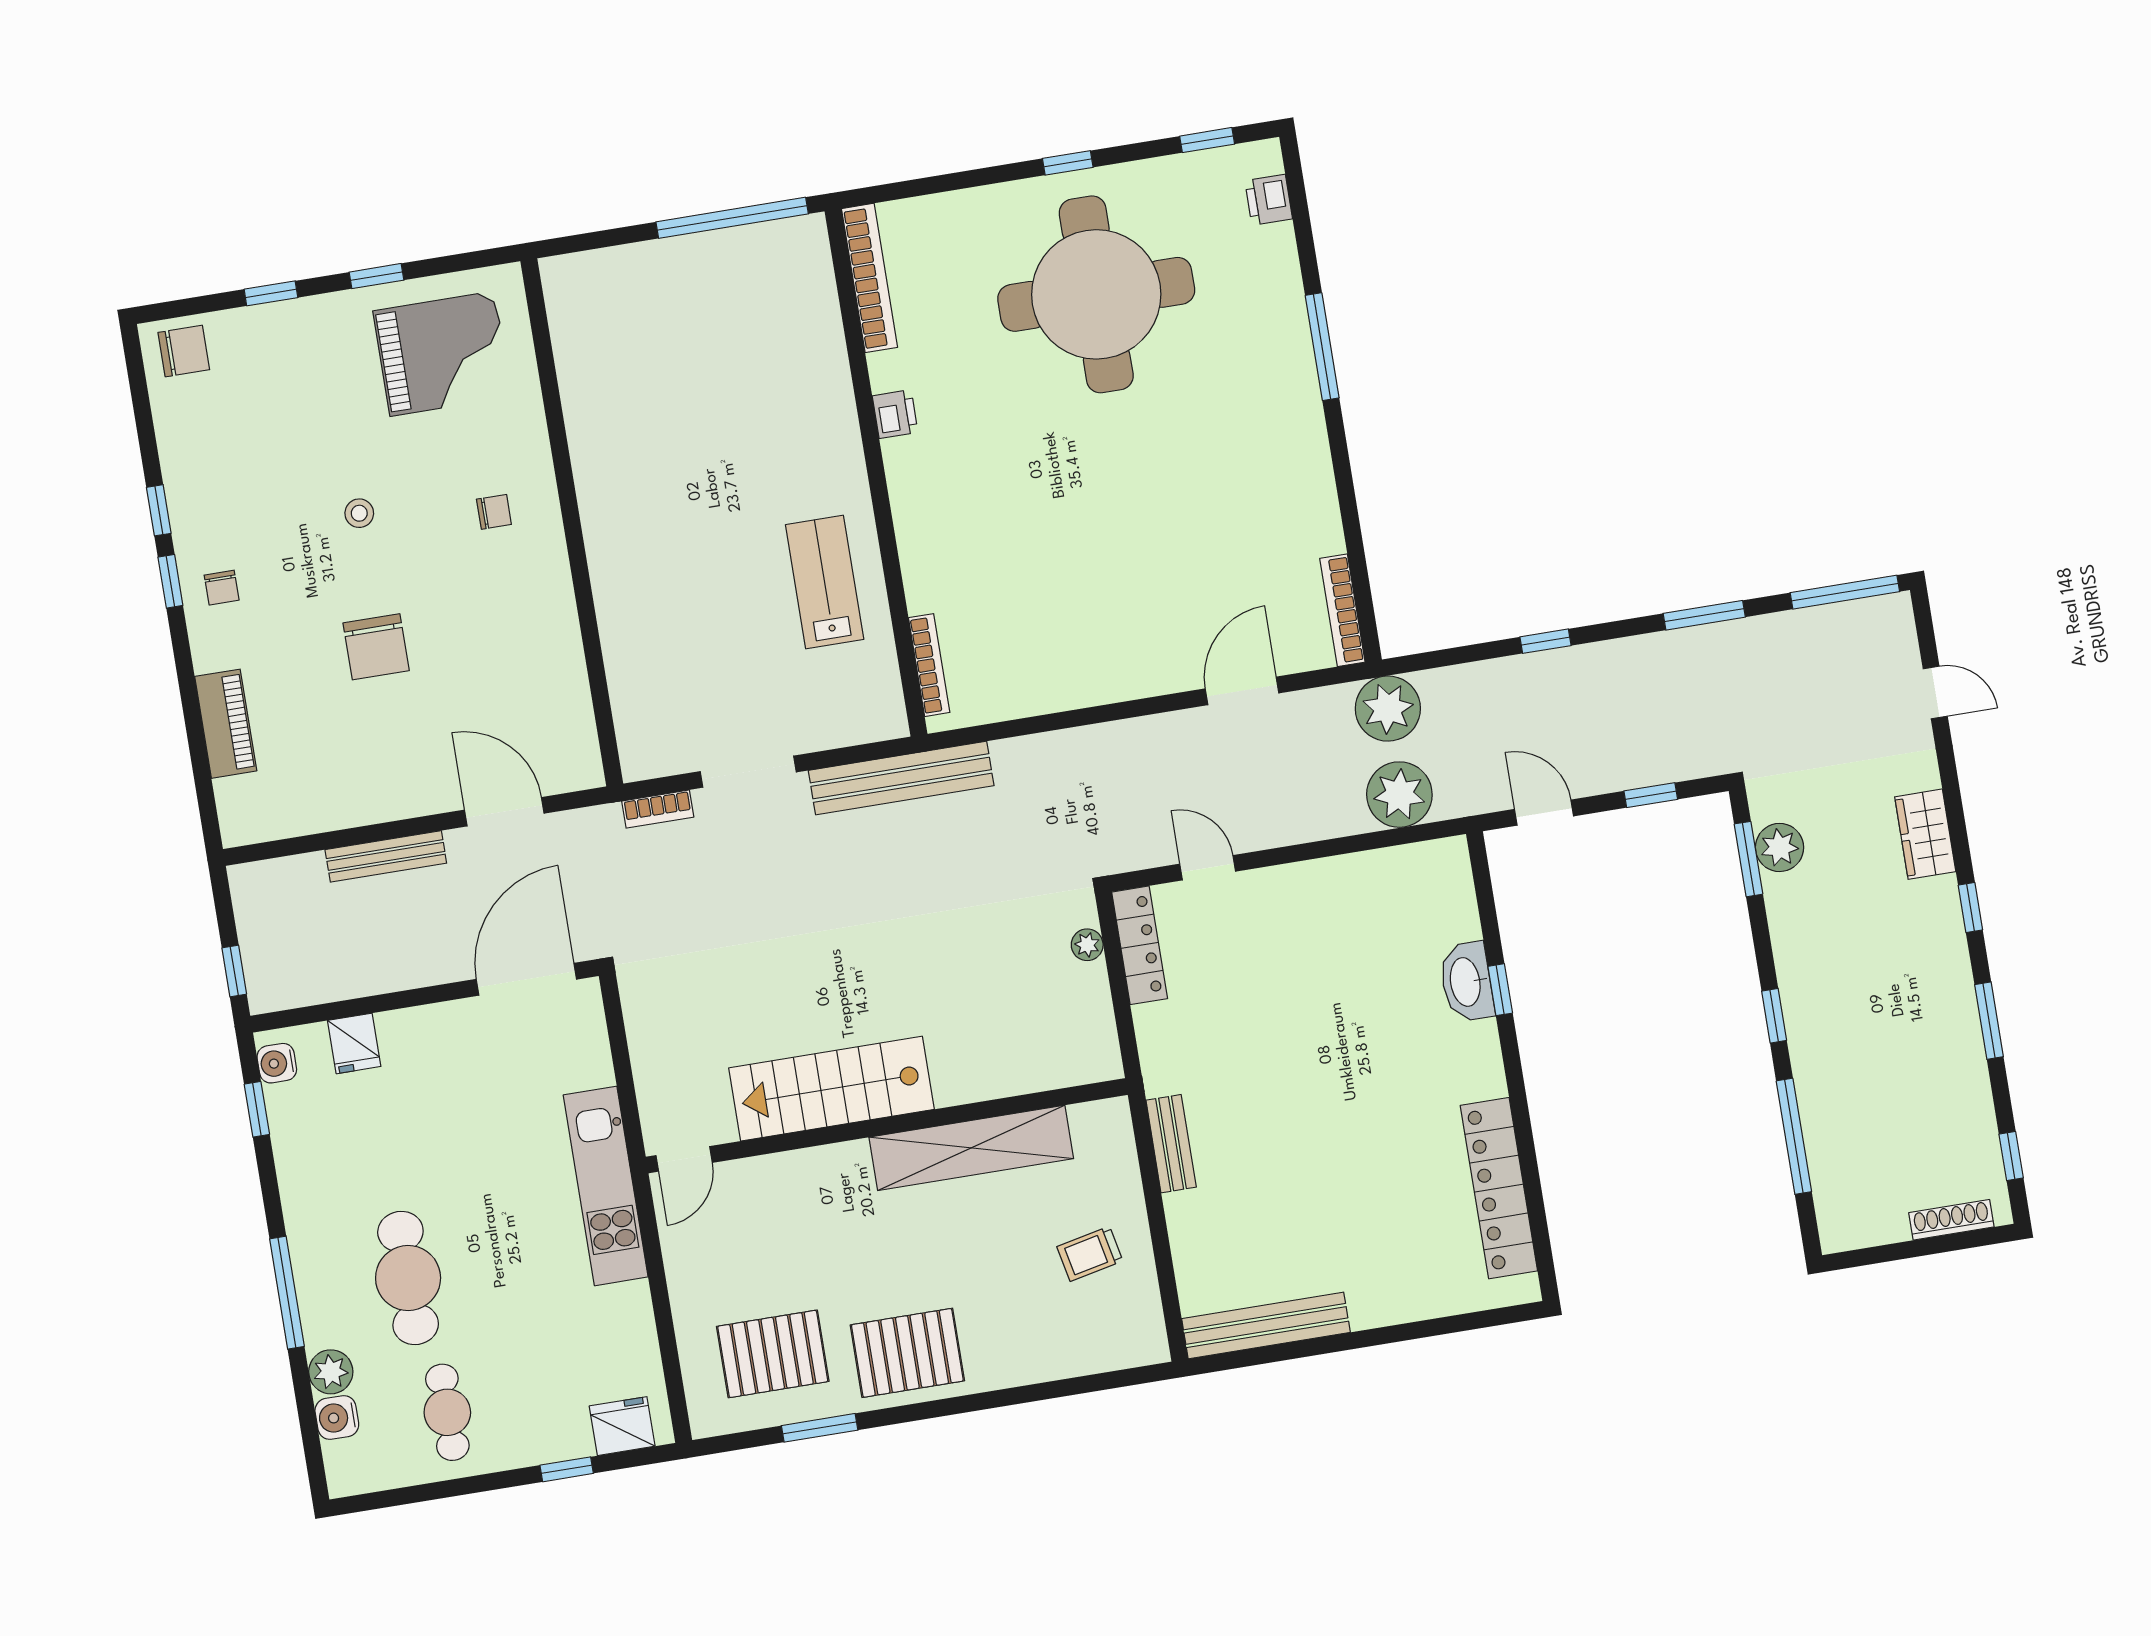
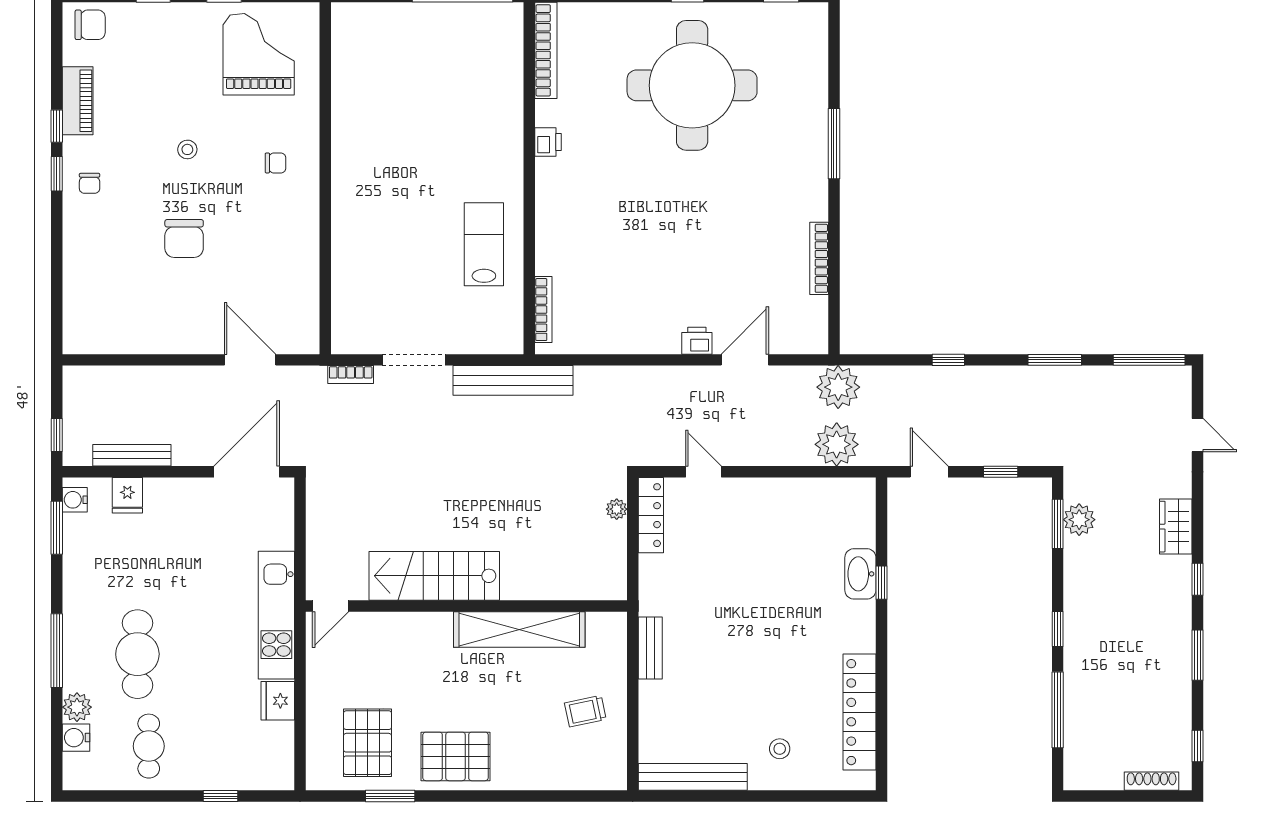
printer: (1269, 200) -> (697, 341), moved, turned 90
grand piano: (442, 354) -> (259, 54), turned -90
bookcase: (1342, 610) -> (819, 258), moved
piano: (226, 724) -> (78, 101), moved
bench: (386, 856) -> (132, 455), moved
window: (257, 1109) -> (57, 528), width x1.50
stool: (1389, 1262) -> (780, 749), added
pallet: (773, 1354) -> (368, 743), turned 90
fridge: (622, 1426) -> (278, 701), moved, turned -90

